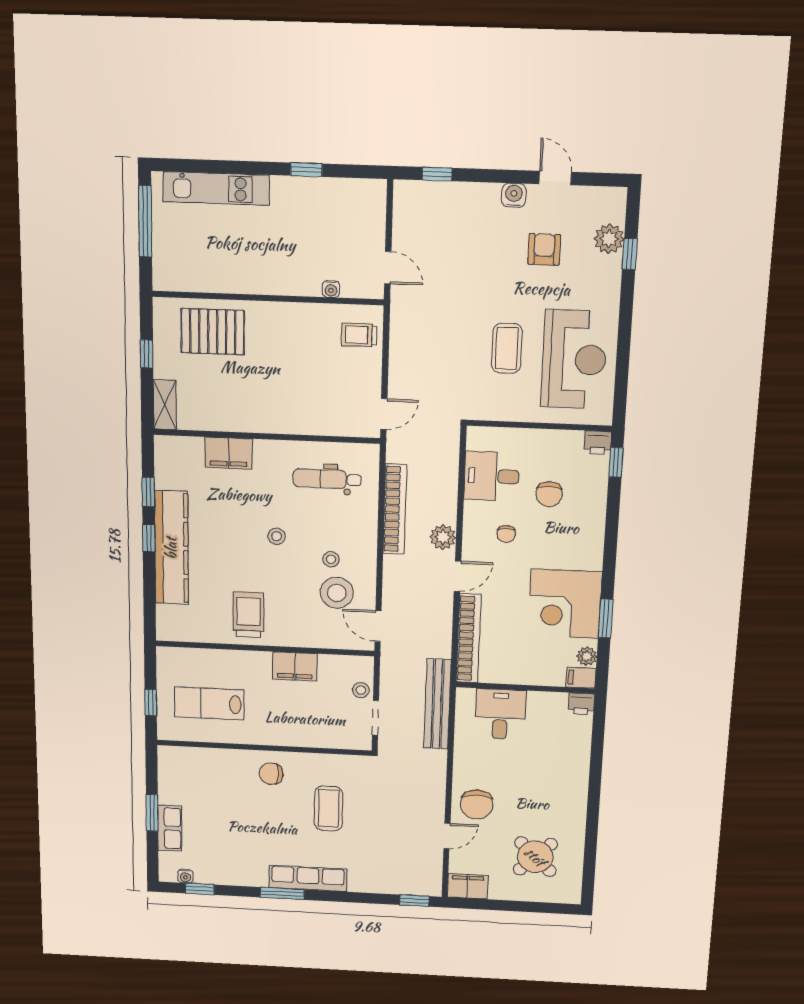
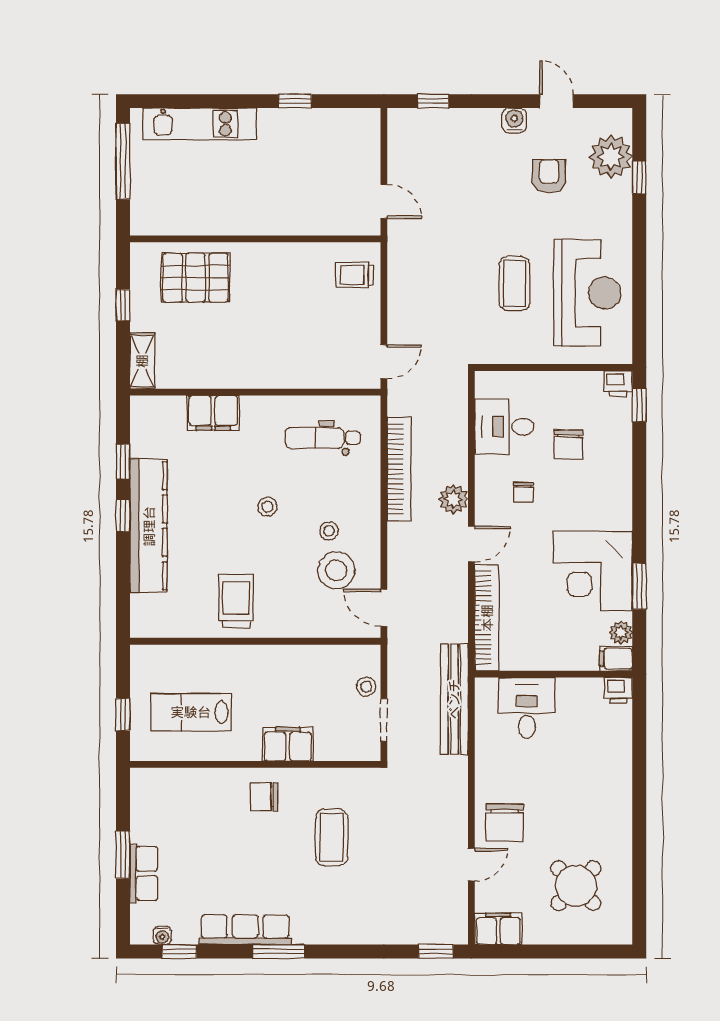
plant: (609, 239) -> (611, 157), width x1.36, depth x1.36
water cooler: (331, 289) -> (323, 226), removed
filing cabinet: (295, 666) -> (288, 744), moved, turned 180
row of seats: (308, 878) -> (245, 930), moved

